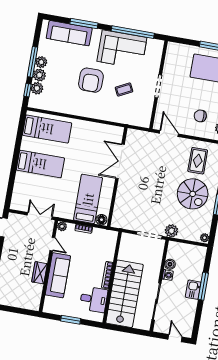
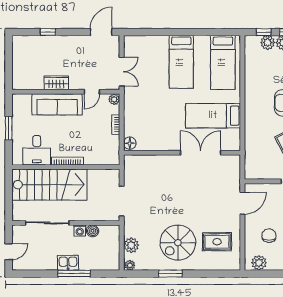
bed: (88, 199) -> (213, 116), moved, turned 180
plant: (172, 231) -> (131, 245), moved

